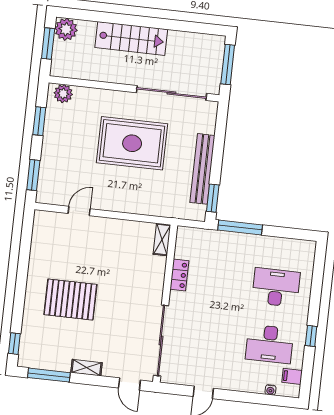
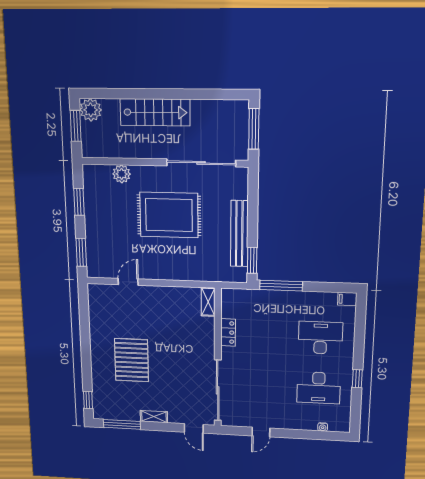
plant: (63, 94) -> (122, 174), moved
pallet: (70, 300) -> (131, 360), turned 90
filing cabinet: (292, 376) -> (347, 299), moved

